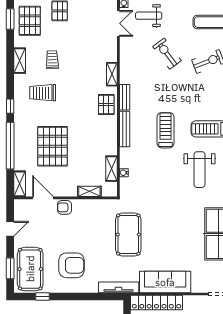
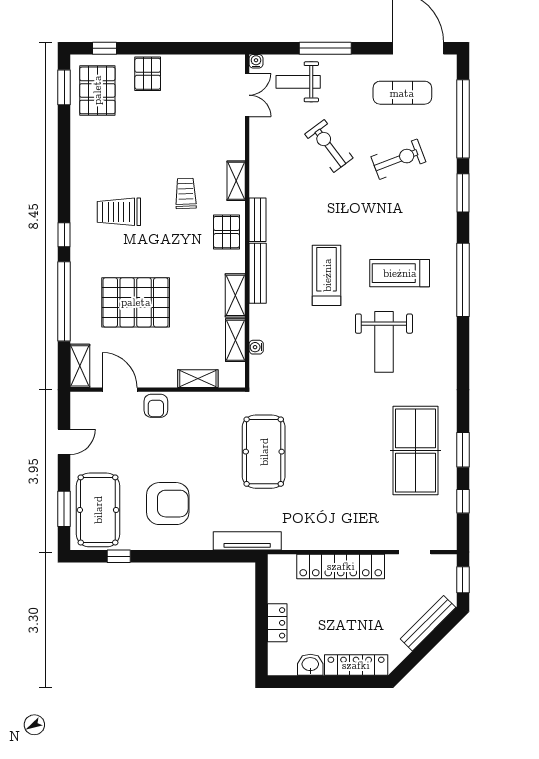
trolley: (52, 60) -> (186, 193), moved
shelving: (20, 61) -> (235, 295), moved
pallet: (52, 146) -> (136, 302), turned 90
armchair: (64, 207) -> (156, 406), turned -90
sofa: (165, 282) -> (326, 532), removed
locker: (157, 303) -> (341, 566), moved

